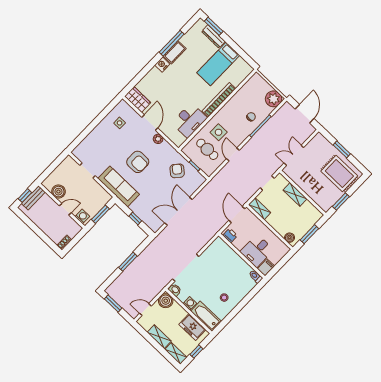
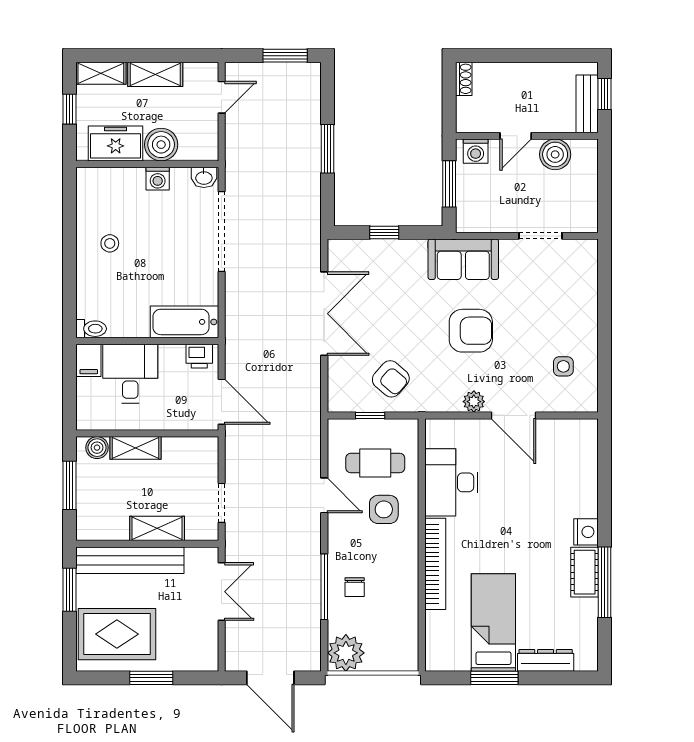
window: (214, 26) -> (494, 678), moved
wardrobe: (138, 99) -> (571, 434), removed
armchair: (138, 162) -> (471, 331), turned 180
sofa: (119, 186) -> (463, 259), width x0.73
bench: (313, 193) -> (130, 560), added
shelving: (260, 209) -> (136, 448), moved
boiler: (166, 301) -> (161, 145), moved
bathtub: (206, 316) -> (184, 322), moved, turned 180

